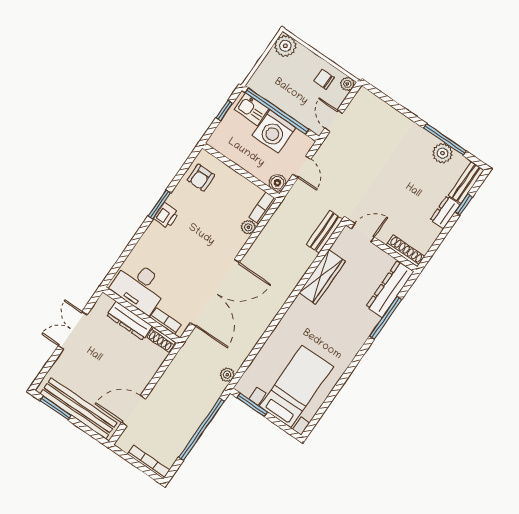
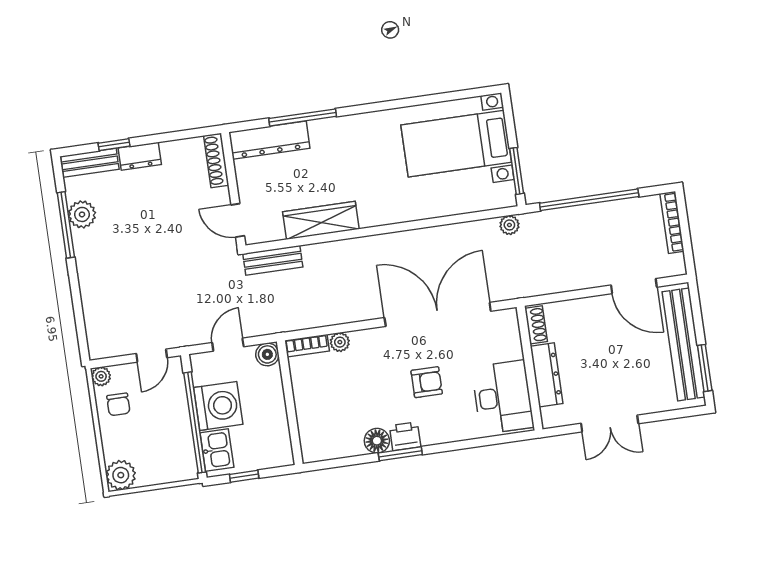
armchair: (201, 178) -> (427, 382), moved
floor lamp: (178, 198) -> (377, 441), added
bookcase: (166, 321) -> (513, 338), removed

